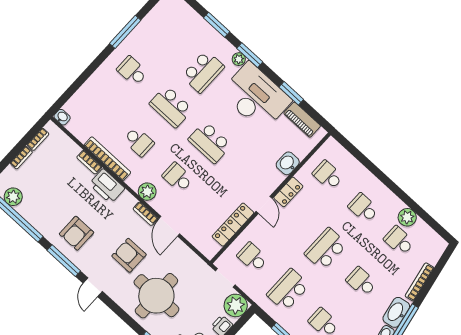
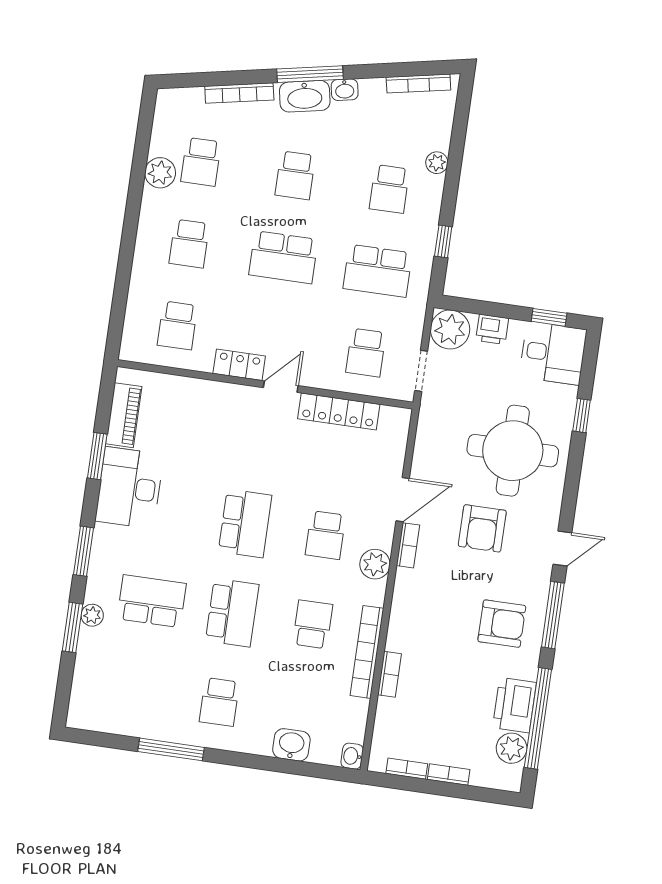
plant: (239, 59) -> (92, 615), moved
desk: (256, 97) -> (129, 488), width x0.73, depth x0.77
washbasin: (288, 163) -> (291, 745), moved, turned 180
printer: (107, 186) -> (514, 705), moved, turned 180

